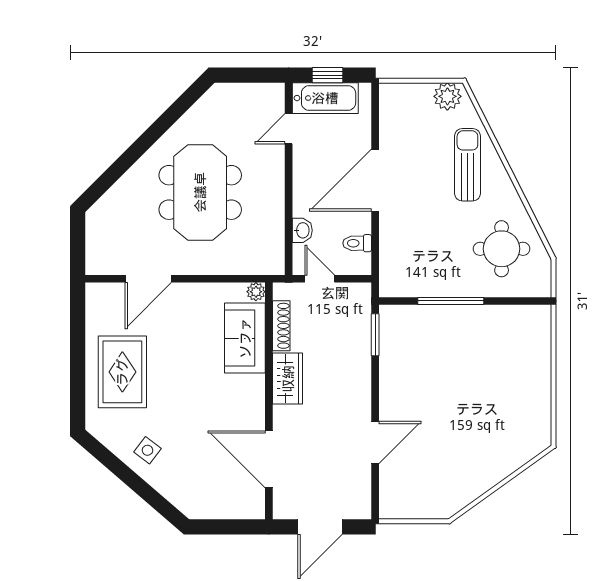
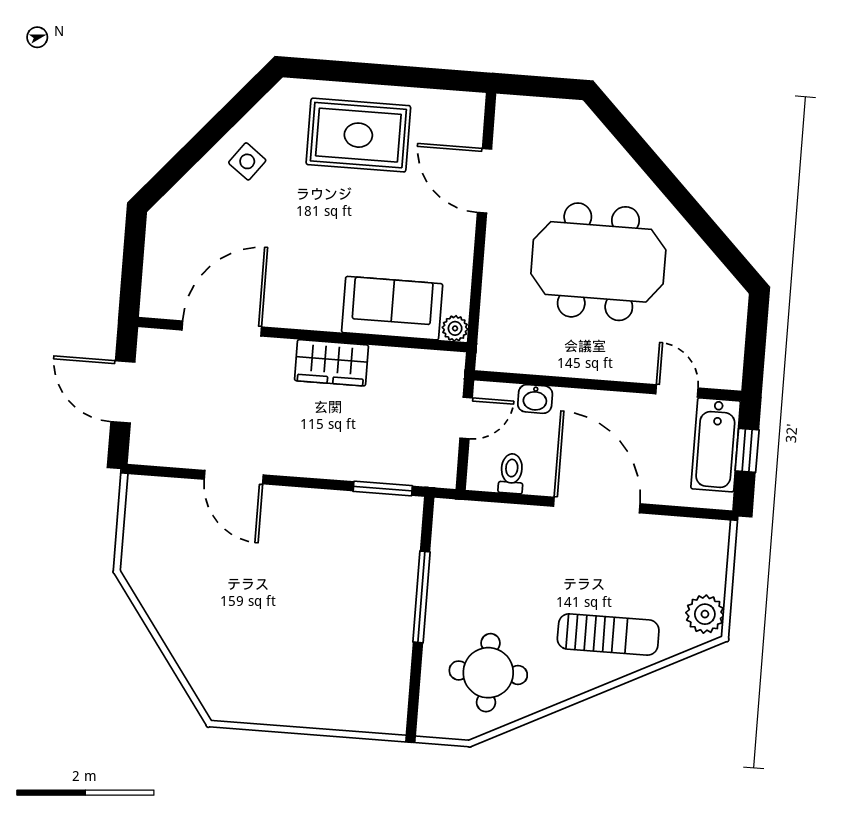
shoe rack: (281, 326) -> (405, 360), removed

